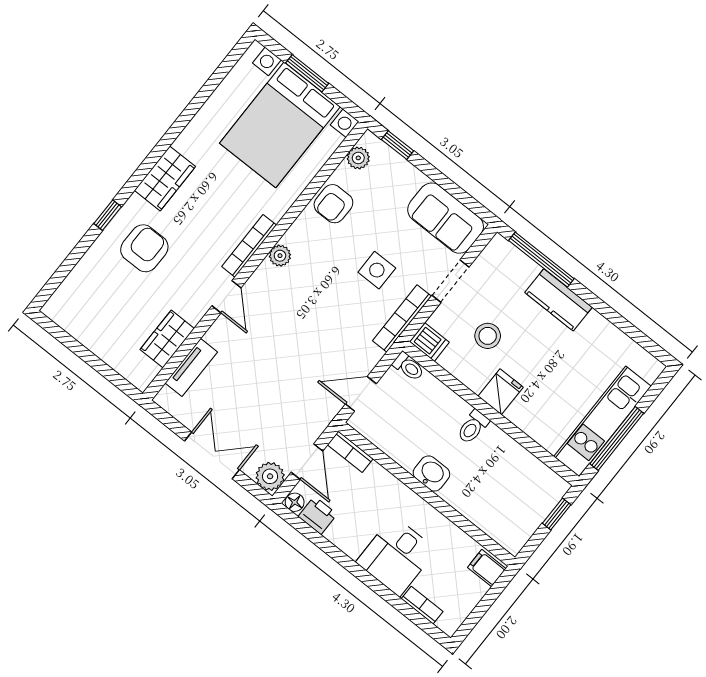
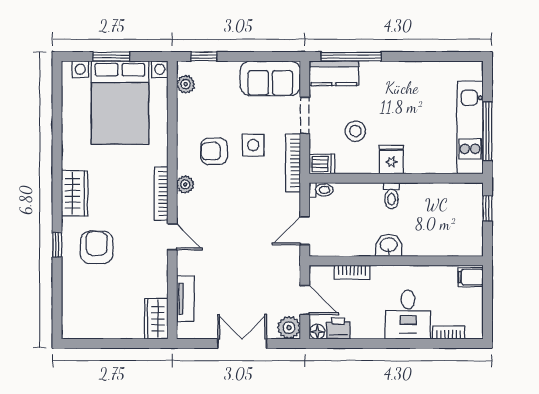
armchair: (333, 204) -> (214, 151), moved, turned 90
kitchen counter: (559, 300) -> (334, 73), moved
wardrobe: (167, 339) -> (156, 319), moved
bookcase: (350, 452) -> (352, 272), moved

